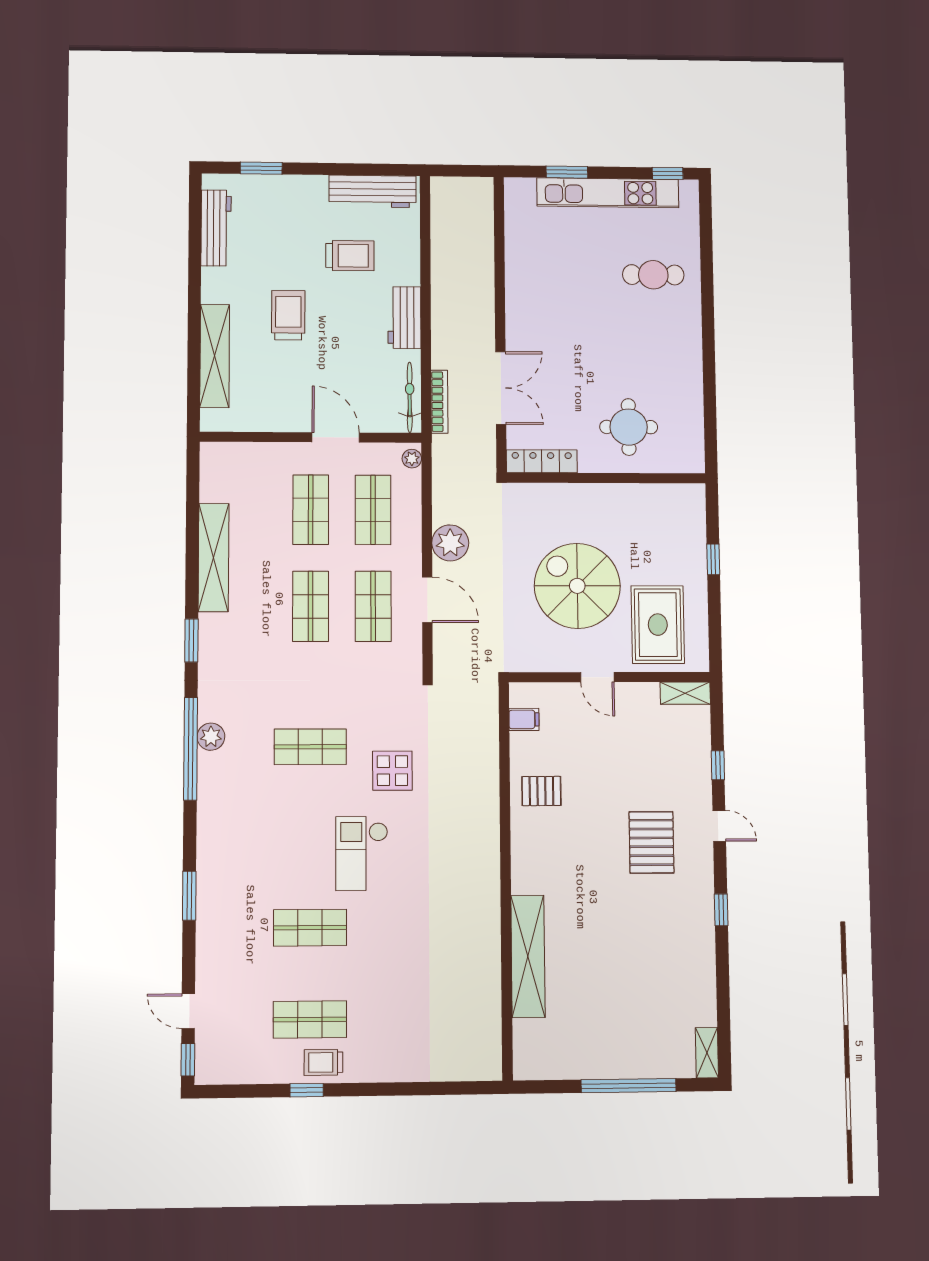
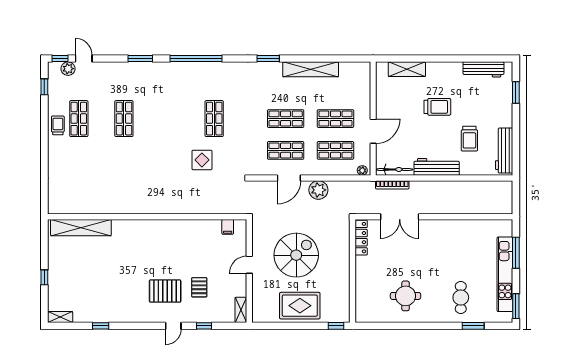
window: (567, 172) -> (516, 253), width x1.44
window: (668, 173) -> (516, 306), width x1.50
window: (706, 253) -> (473, 326), added
workbench: (404, 318) -> (437, 167), width x1.38
shelving: (215, 356) -> (407, 69), width x0.68
round table: (629, 427) -> (406, 296), moved
window: (713, 559) -> (336, 326), moved
rug: (658, 625) -> (300, 306), moved
plant: (211, 737) -> (68, 69), moved
window: (191, 749) -> (196, 59), moved
pallet: (541, 791) -> (199, 287), moved
checkout: (362, 853) -> (161, 144), removed
window: (721, 910) -> (101, 326), moved
shelving: (528, 956) -> (81, 228), moved
door: (188, 1011) -> (84, 59), hinge flipped
window: (629, 1086) -> (44, 277), width x0.32
window: (307, 1090) -> (44, 87), moved

